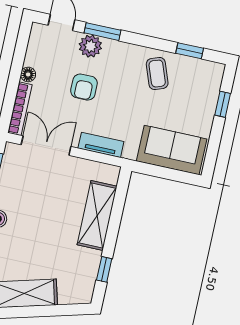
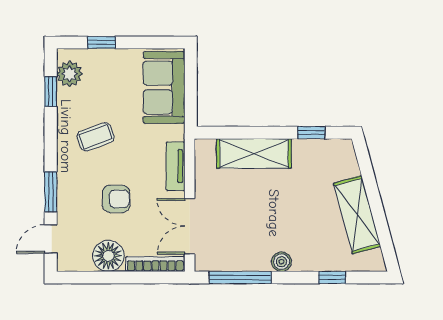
plant: (90, 46) -> (70, 74), moved
floor lamp: (28, 74) -> (108, 256), width x1.89, depth x1.89
coffee table: (157, 74) -> (96, 137), moved

